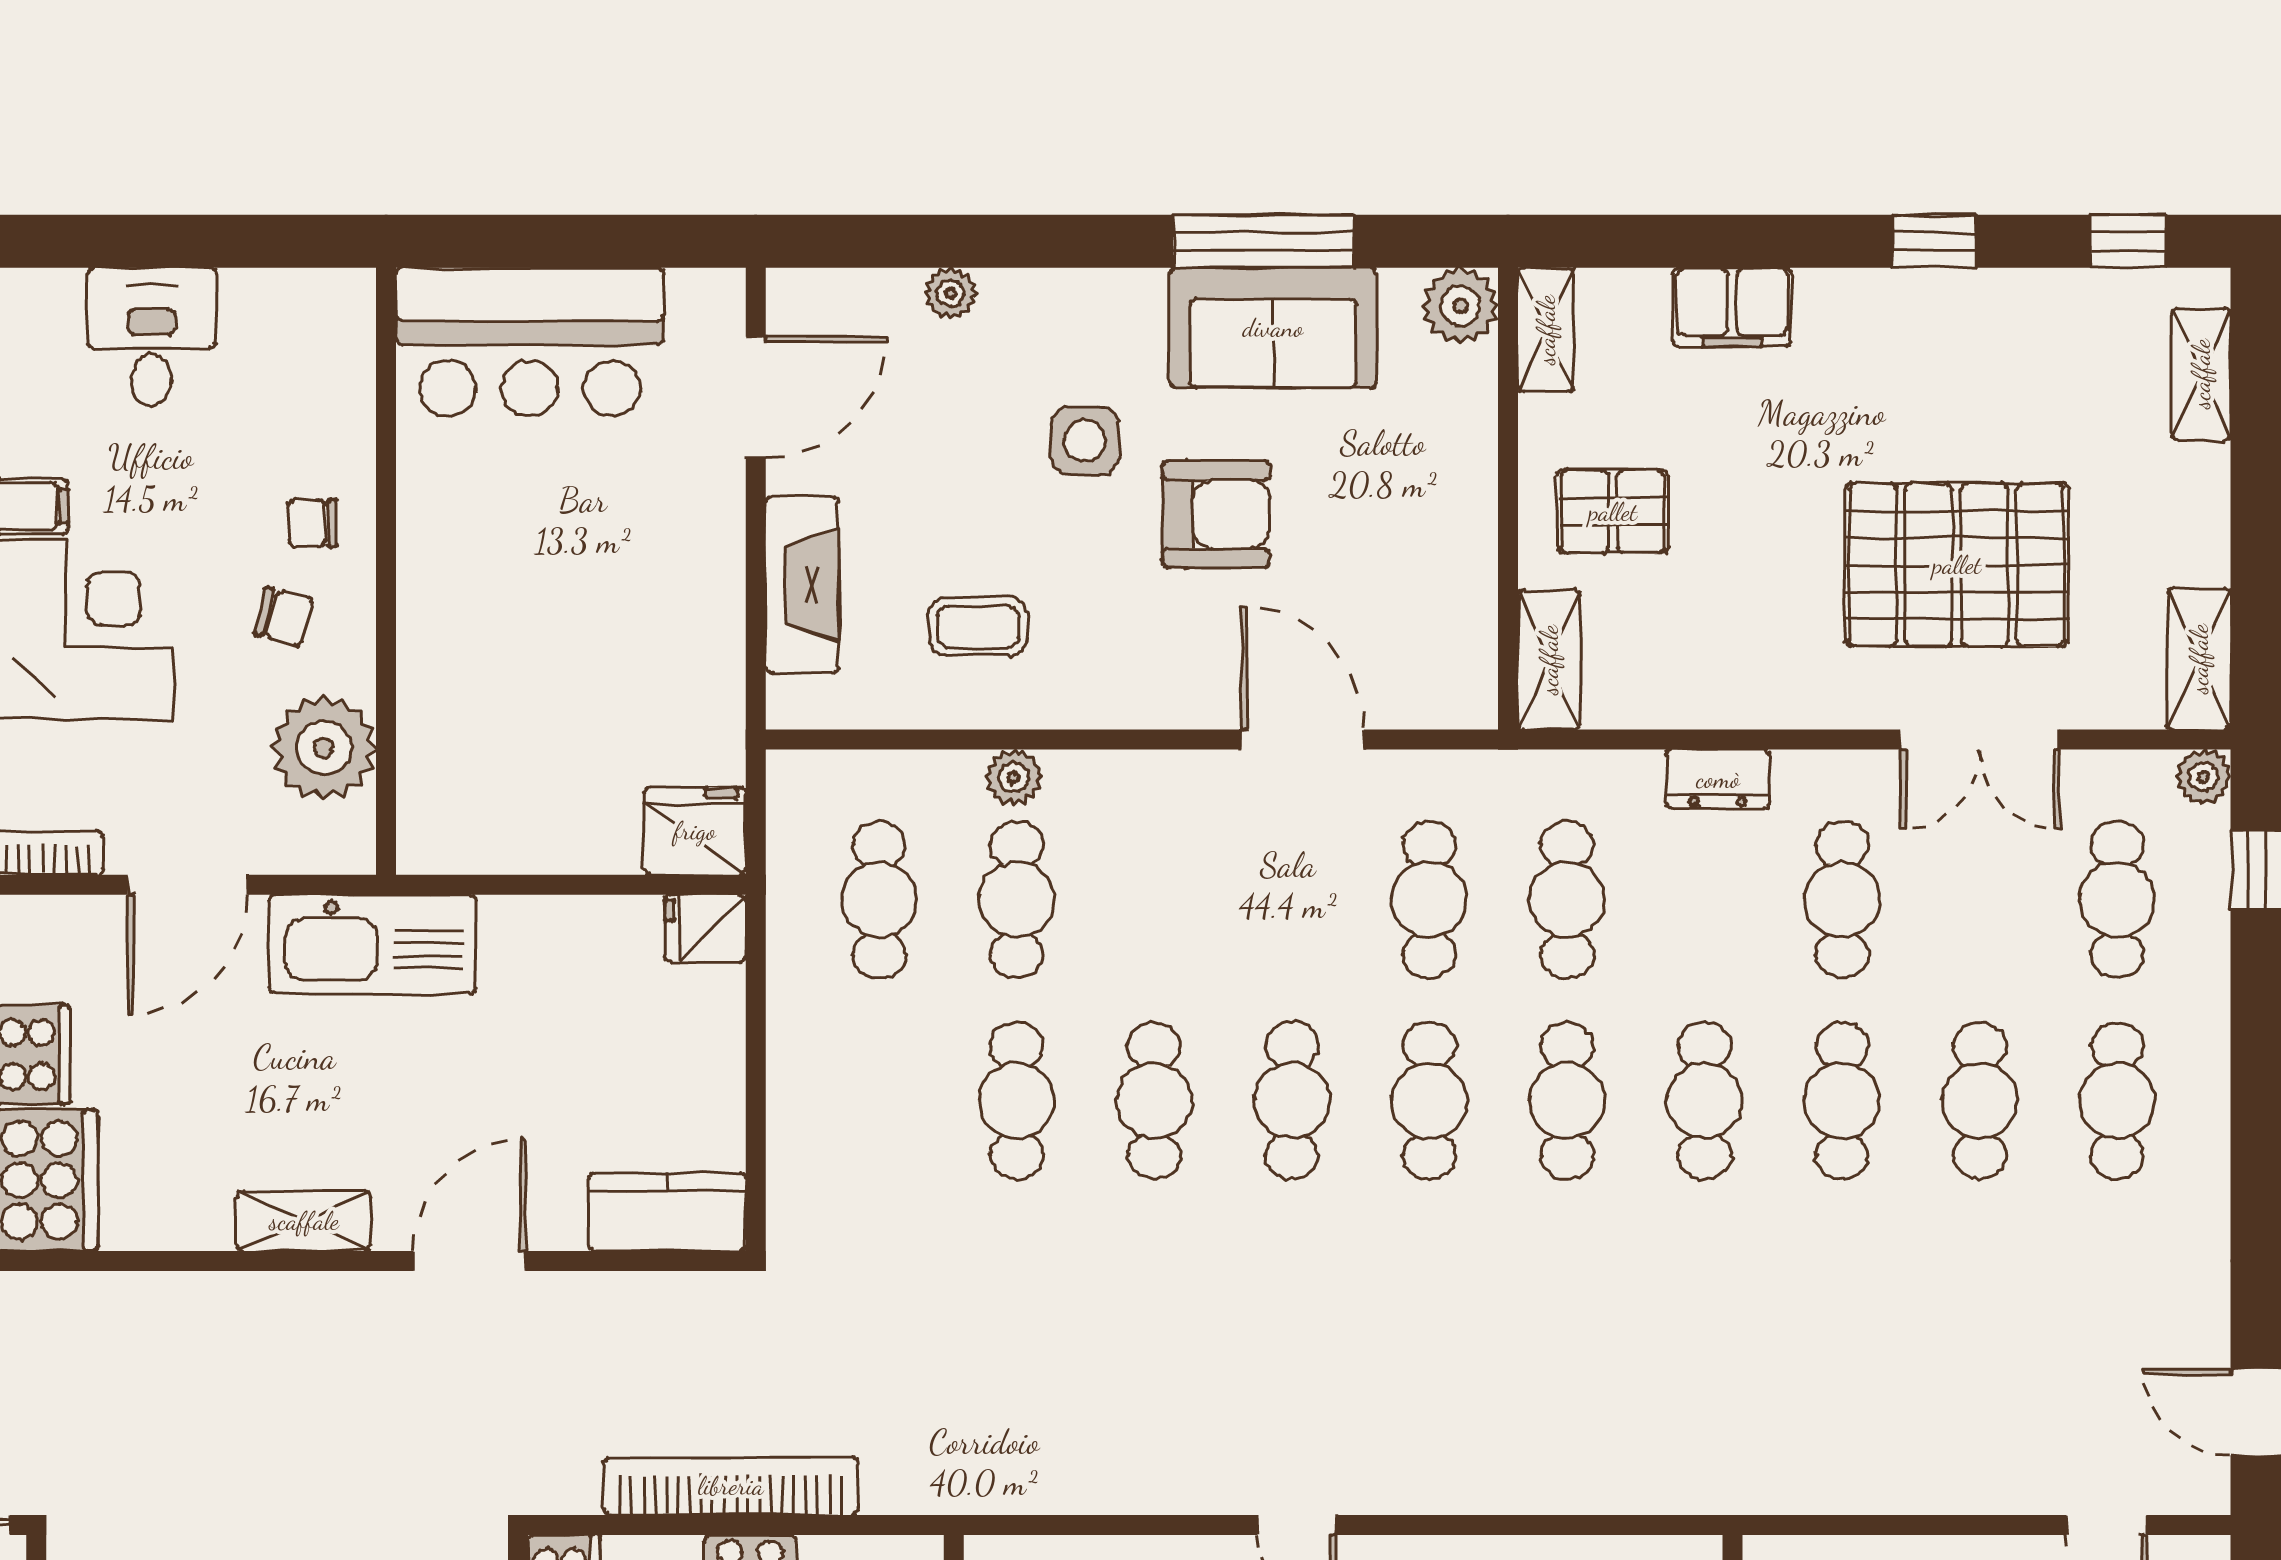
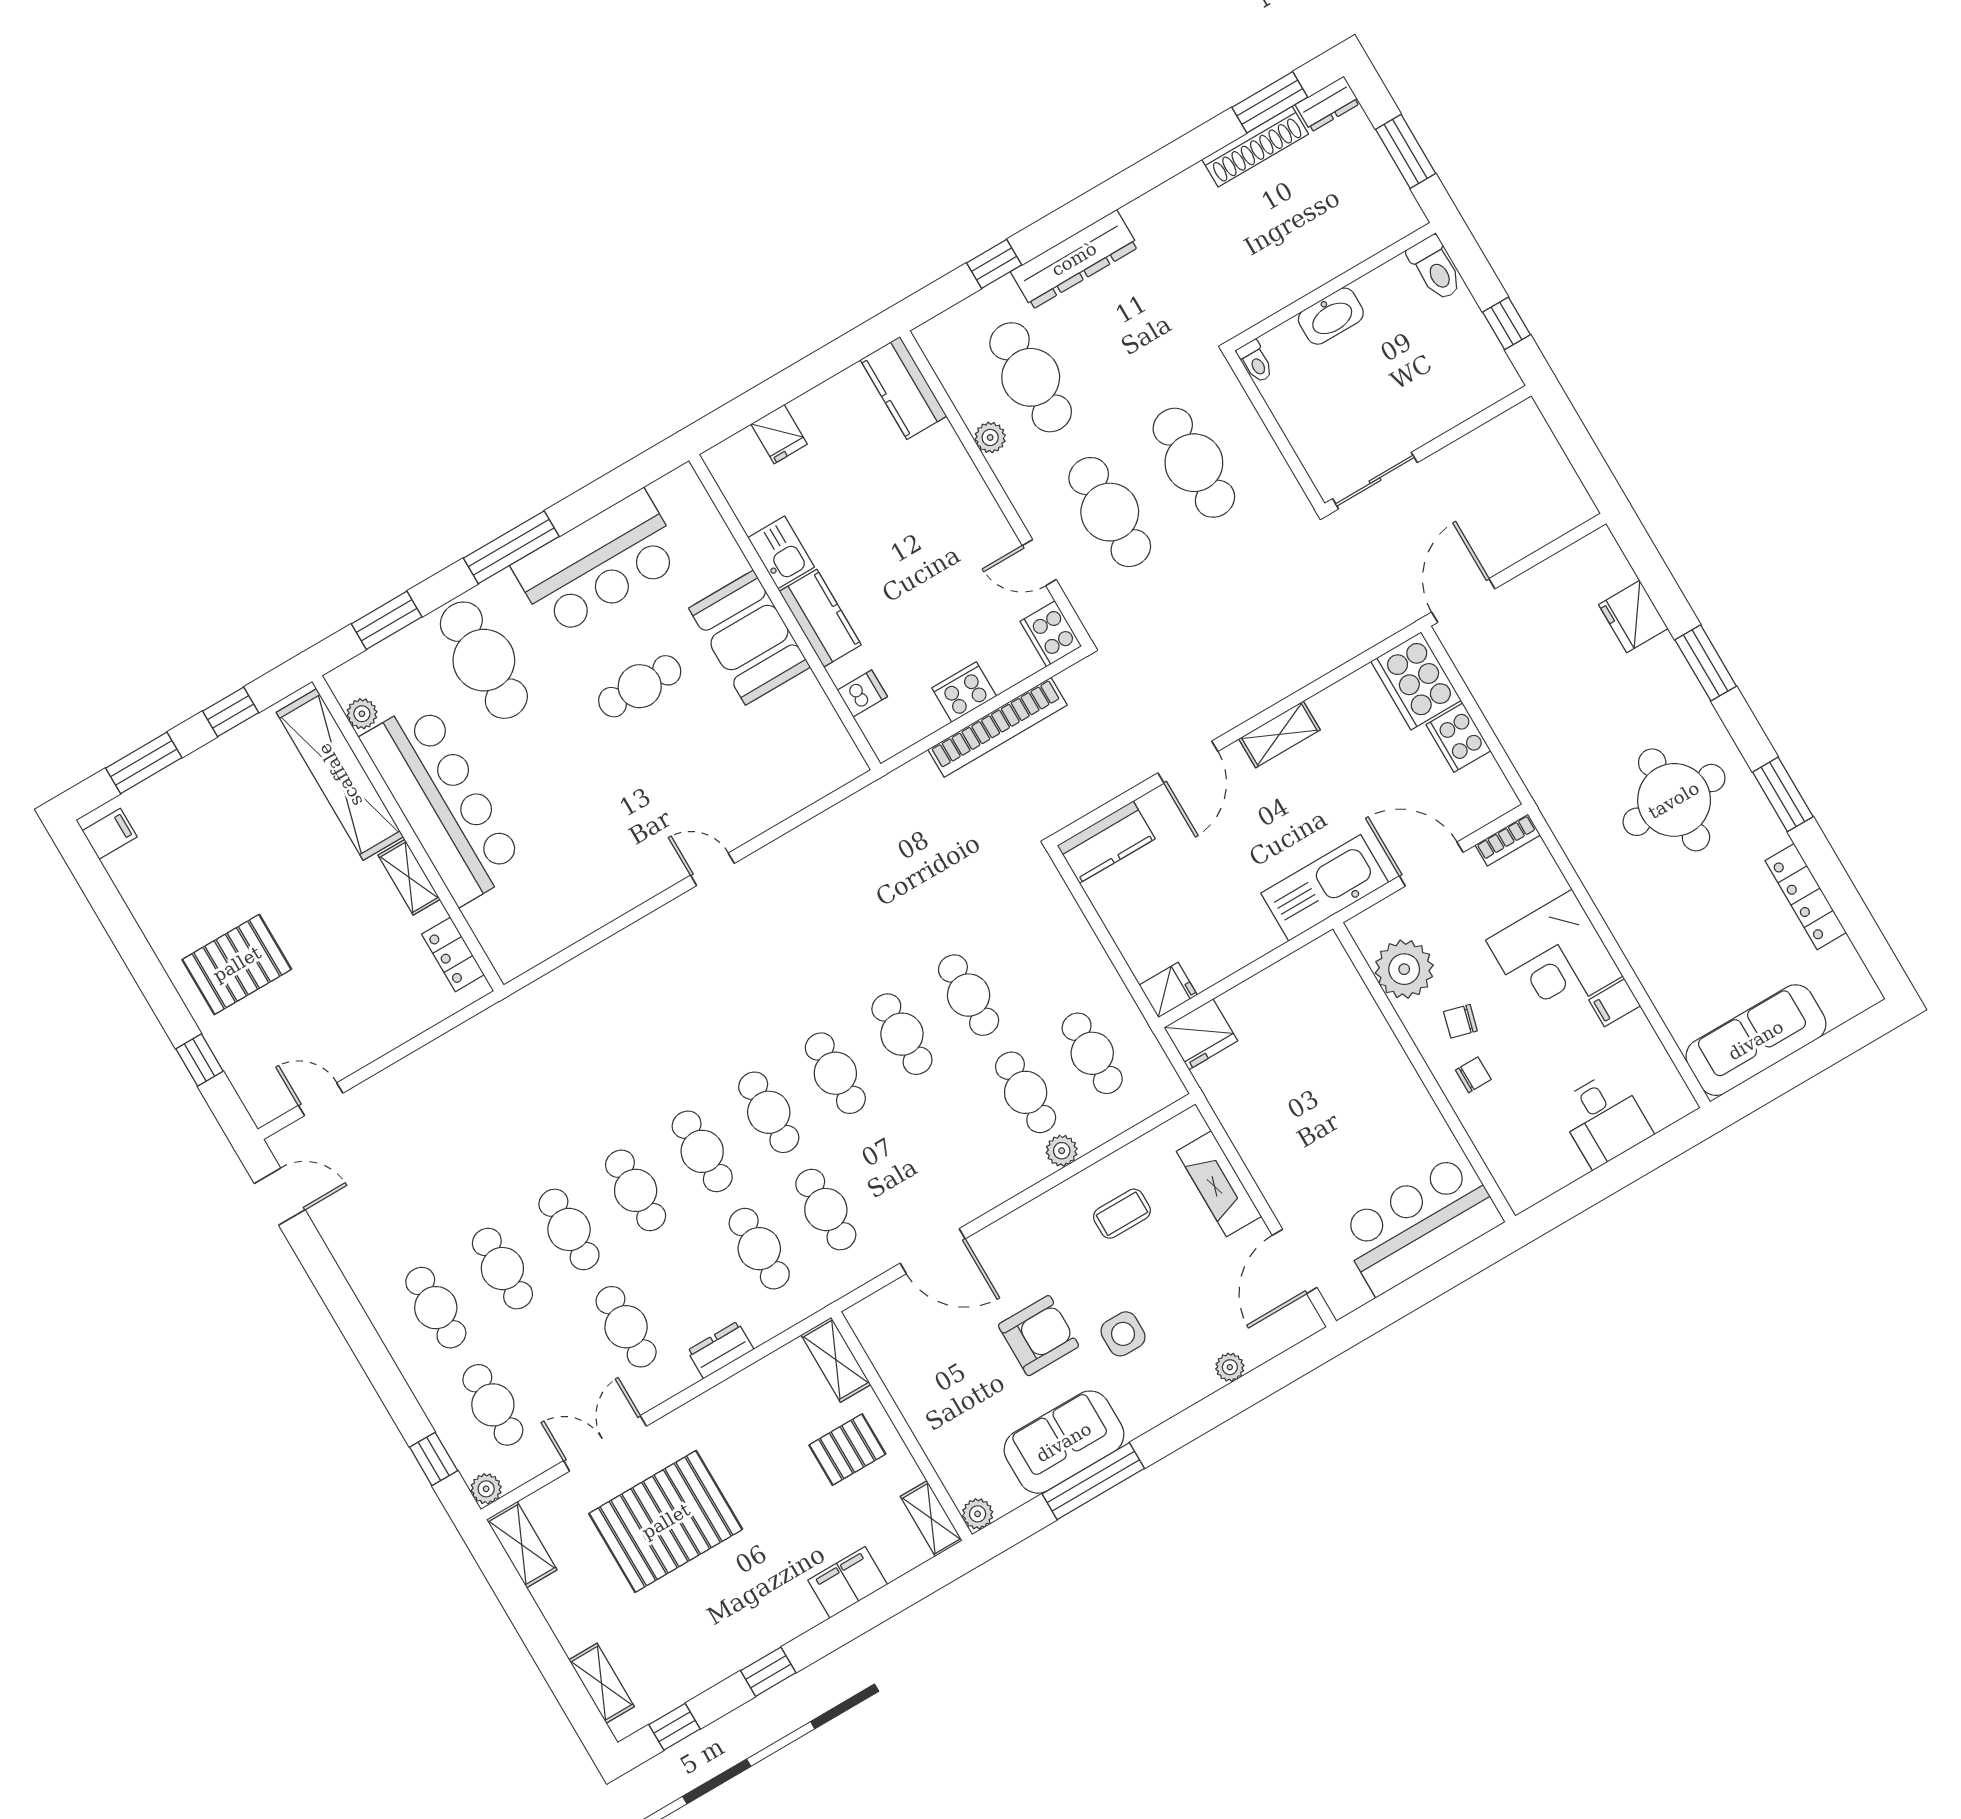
plant: (1460, 306) -> (978, 1514), width x0.73, depth x0.73
armchair: (1216, 514) -> (1038, 1336), turned 180
door: (188, 885) -> (1431, 864), hinge flipped

